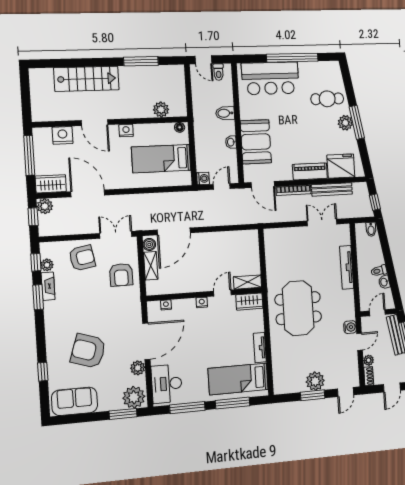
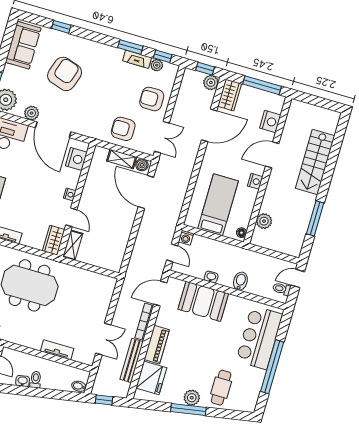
armchair: (82, 258) -> (152, 99), turned 100
tv unit: (347, 267) -> (57, 350), width x0.71
nightstand: (166, 305) -> (76, 159), width x1.89, depth x1.79

